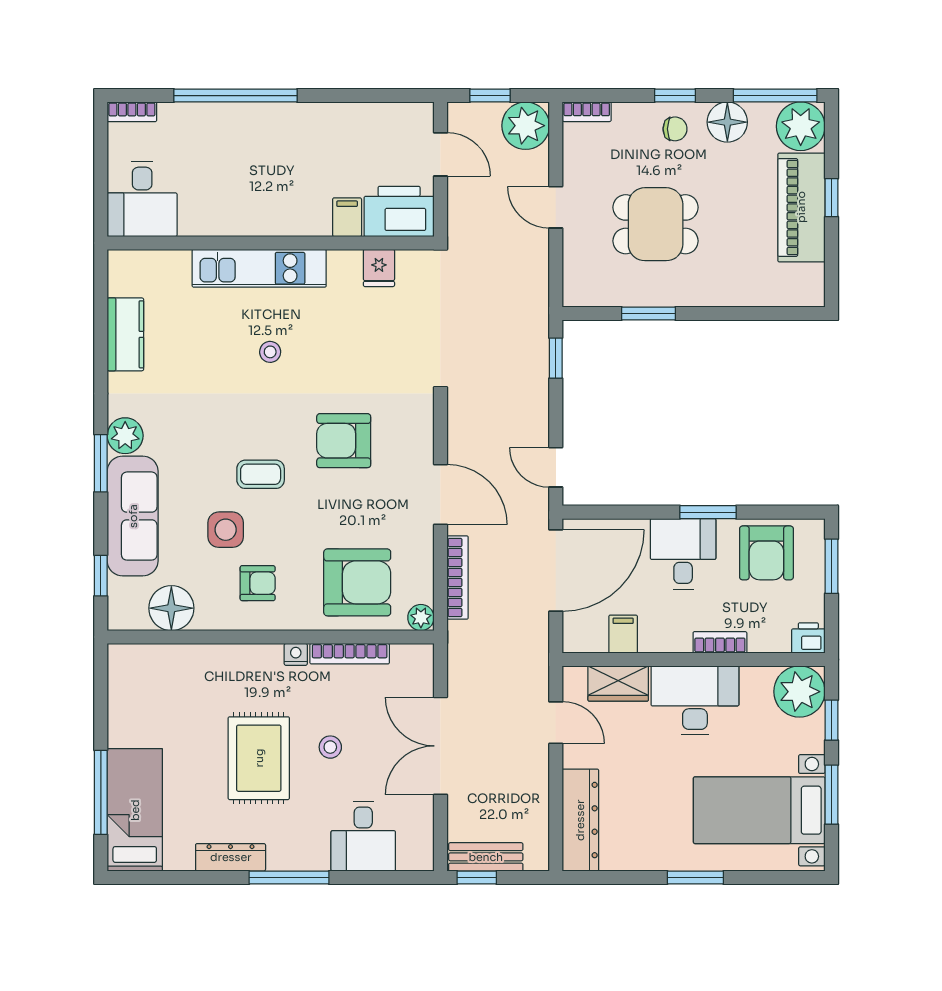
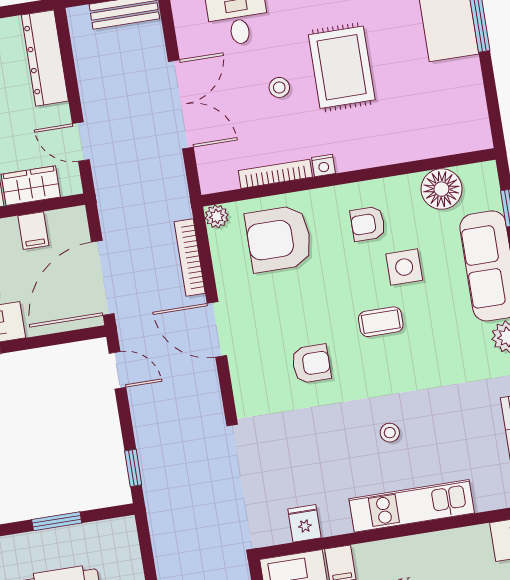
armchair: (344, 441) -> (311, 364), width x0.72, depth x0.72

